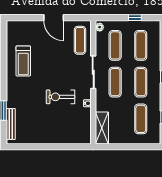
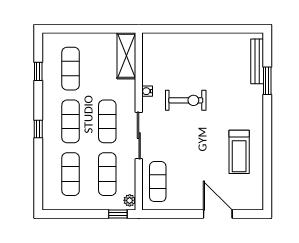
door: (54, 18) -> (218, 214), moved
window: (135, 18) -> (118, 214), moved
treadmill: (23, 61) -> (239, 152), turned 180

